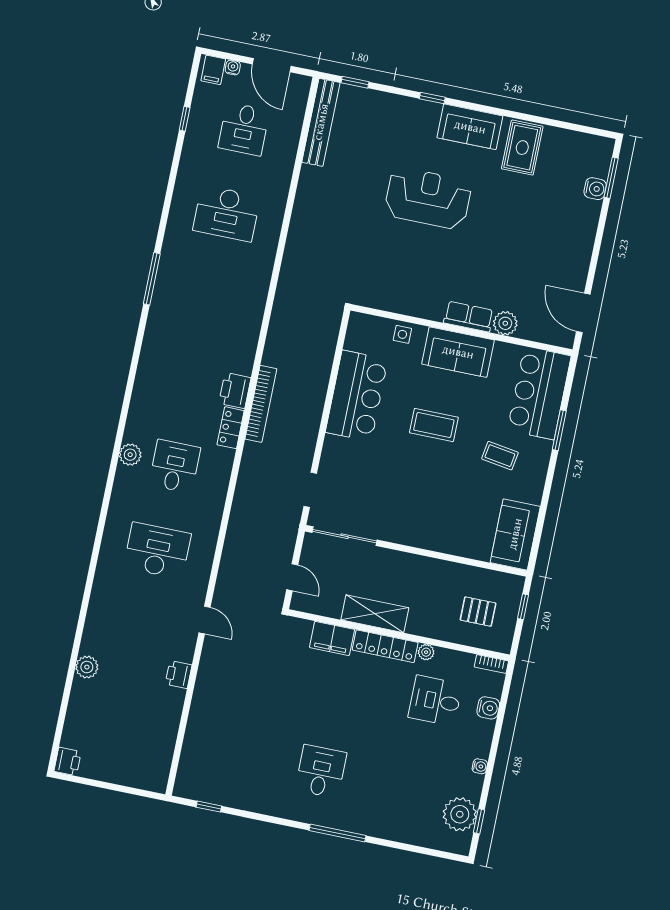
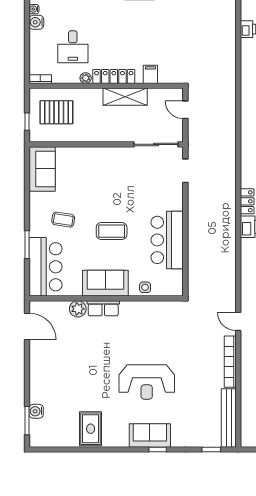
sofa: (470, 127) -> (150, 435), moved
bookcase: (261, 404) -> (230, 362), moved
pallet: (478, 612) -> (56, 112), width x1.50, depth x1.42
door: (204, 620) -> (238, 321), moved
filing cabinet: (332, 638) -> (150, 74), width x0.50
desk: (435, 701) -> (73, 47), turned 90
water cooler: (488, 708) -> (36, 22), moved

